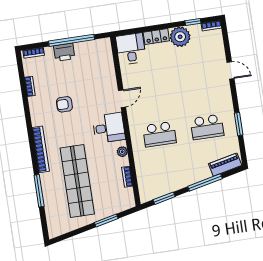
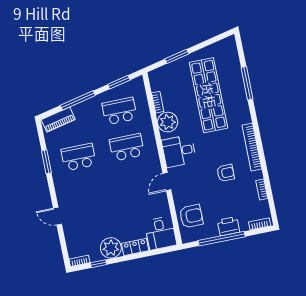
armchair: (100, 64) -> (191, 216), added
bookcase: (41, 149) -> (252, 147), moved
plant: (122, 152) -> (168, 122), width x1.88, depth x1.88
school desk: (165, 170) -> (119, 111), added

